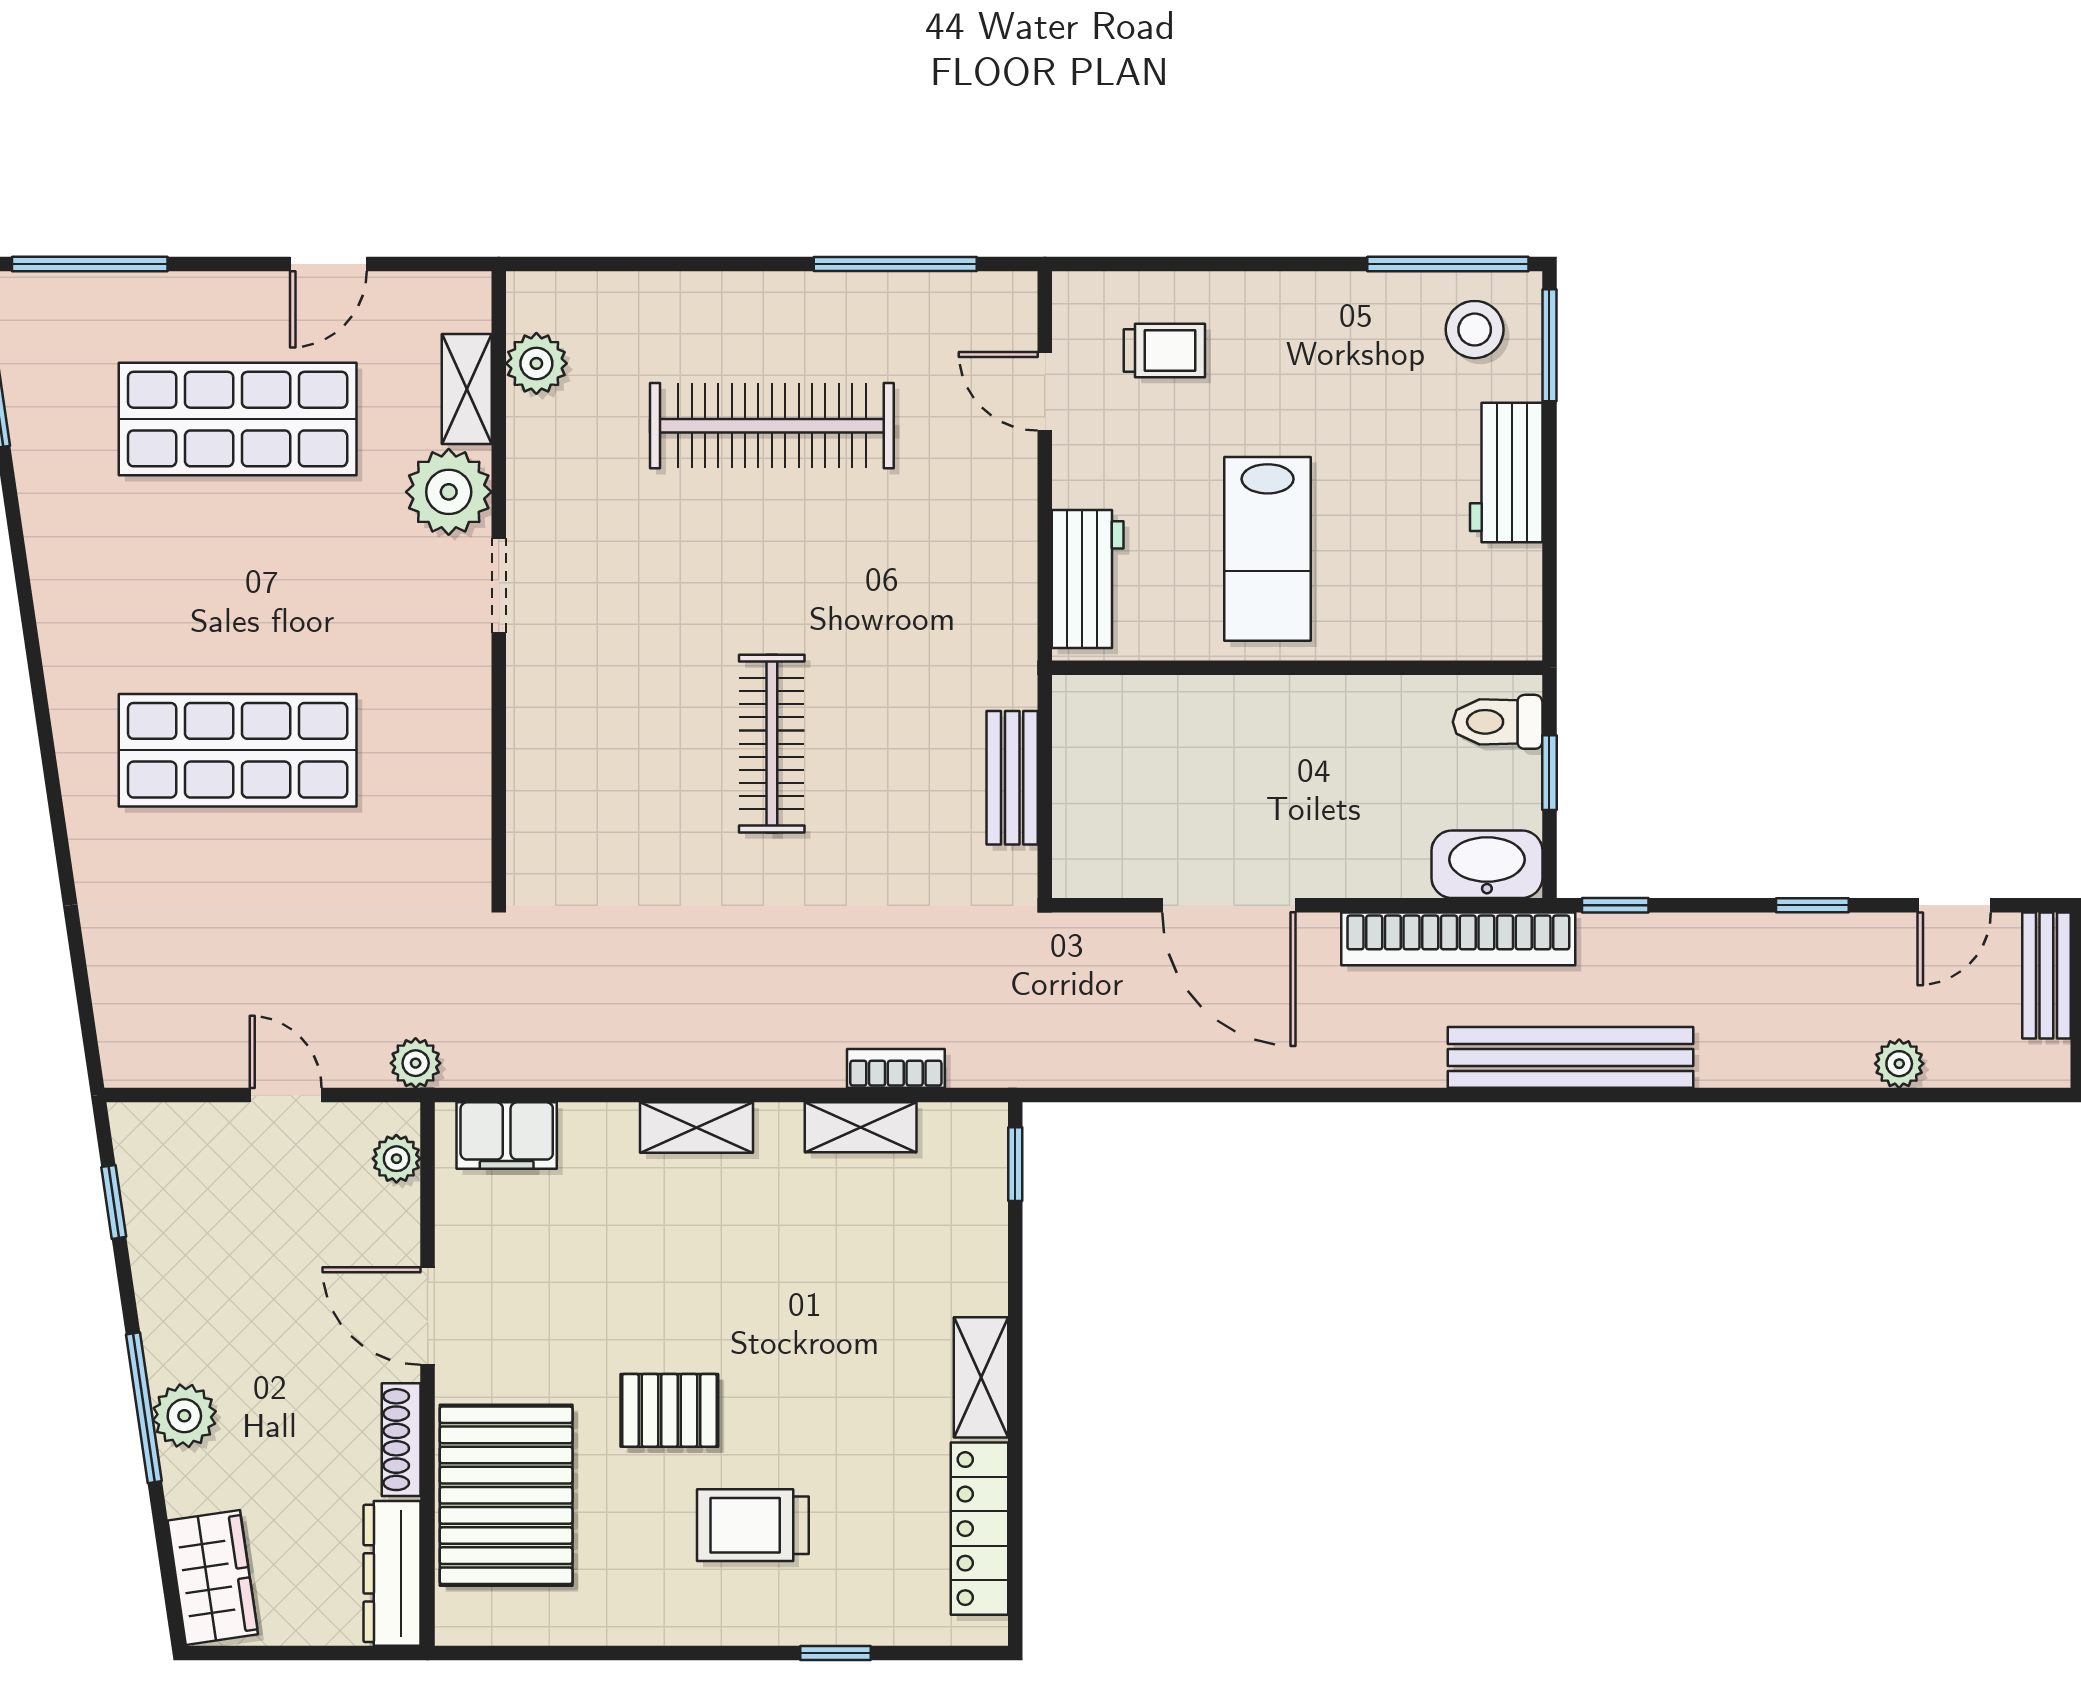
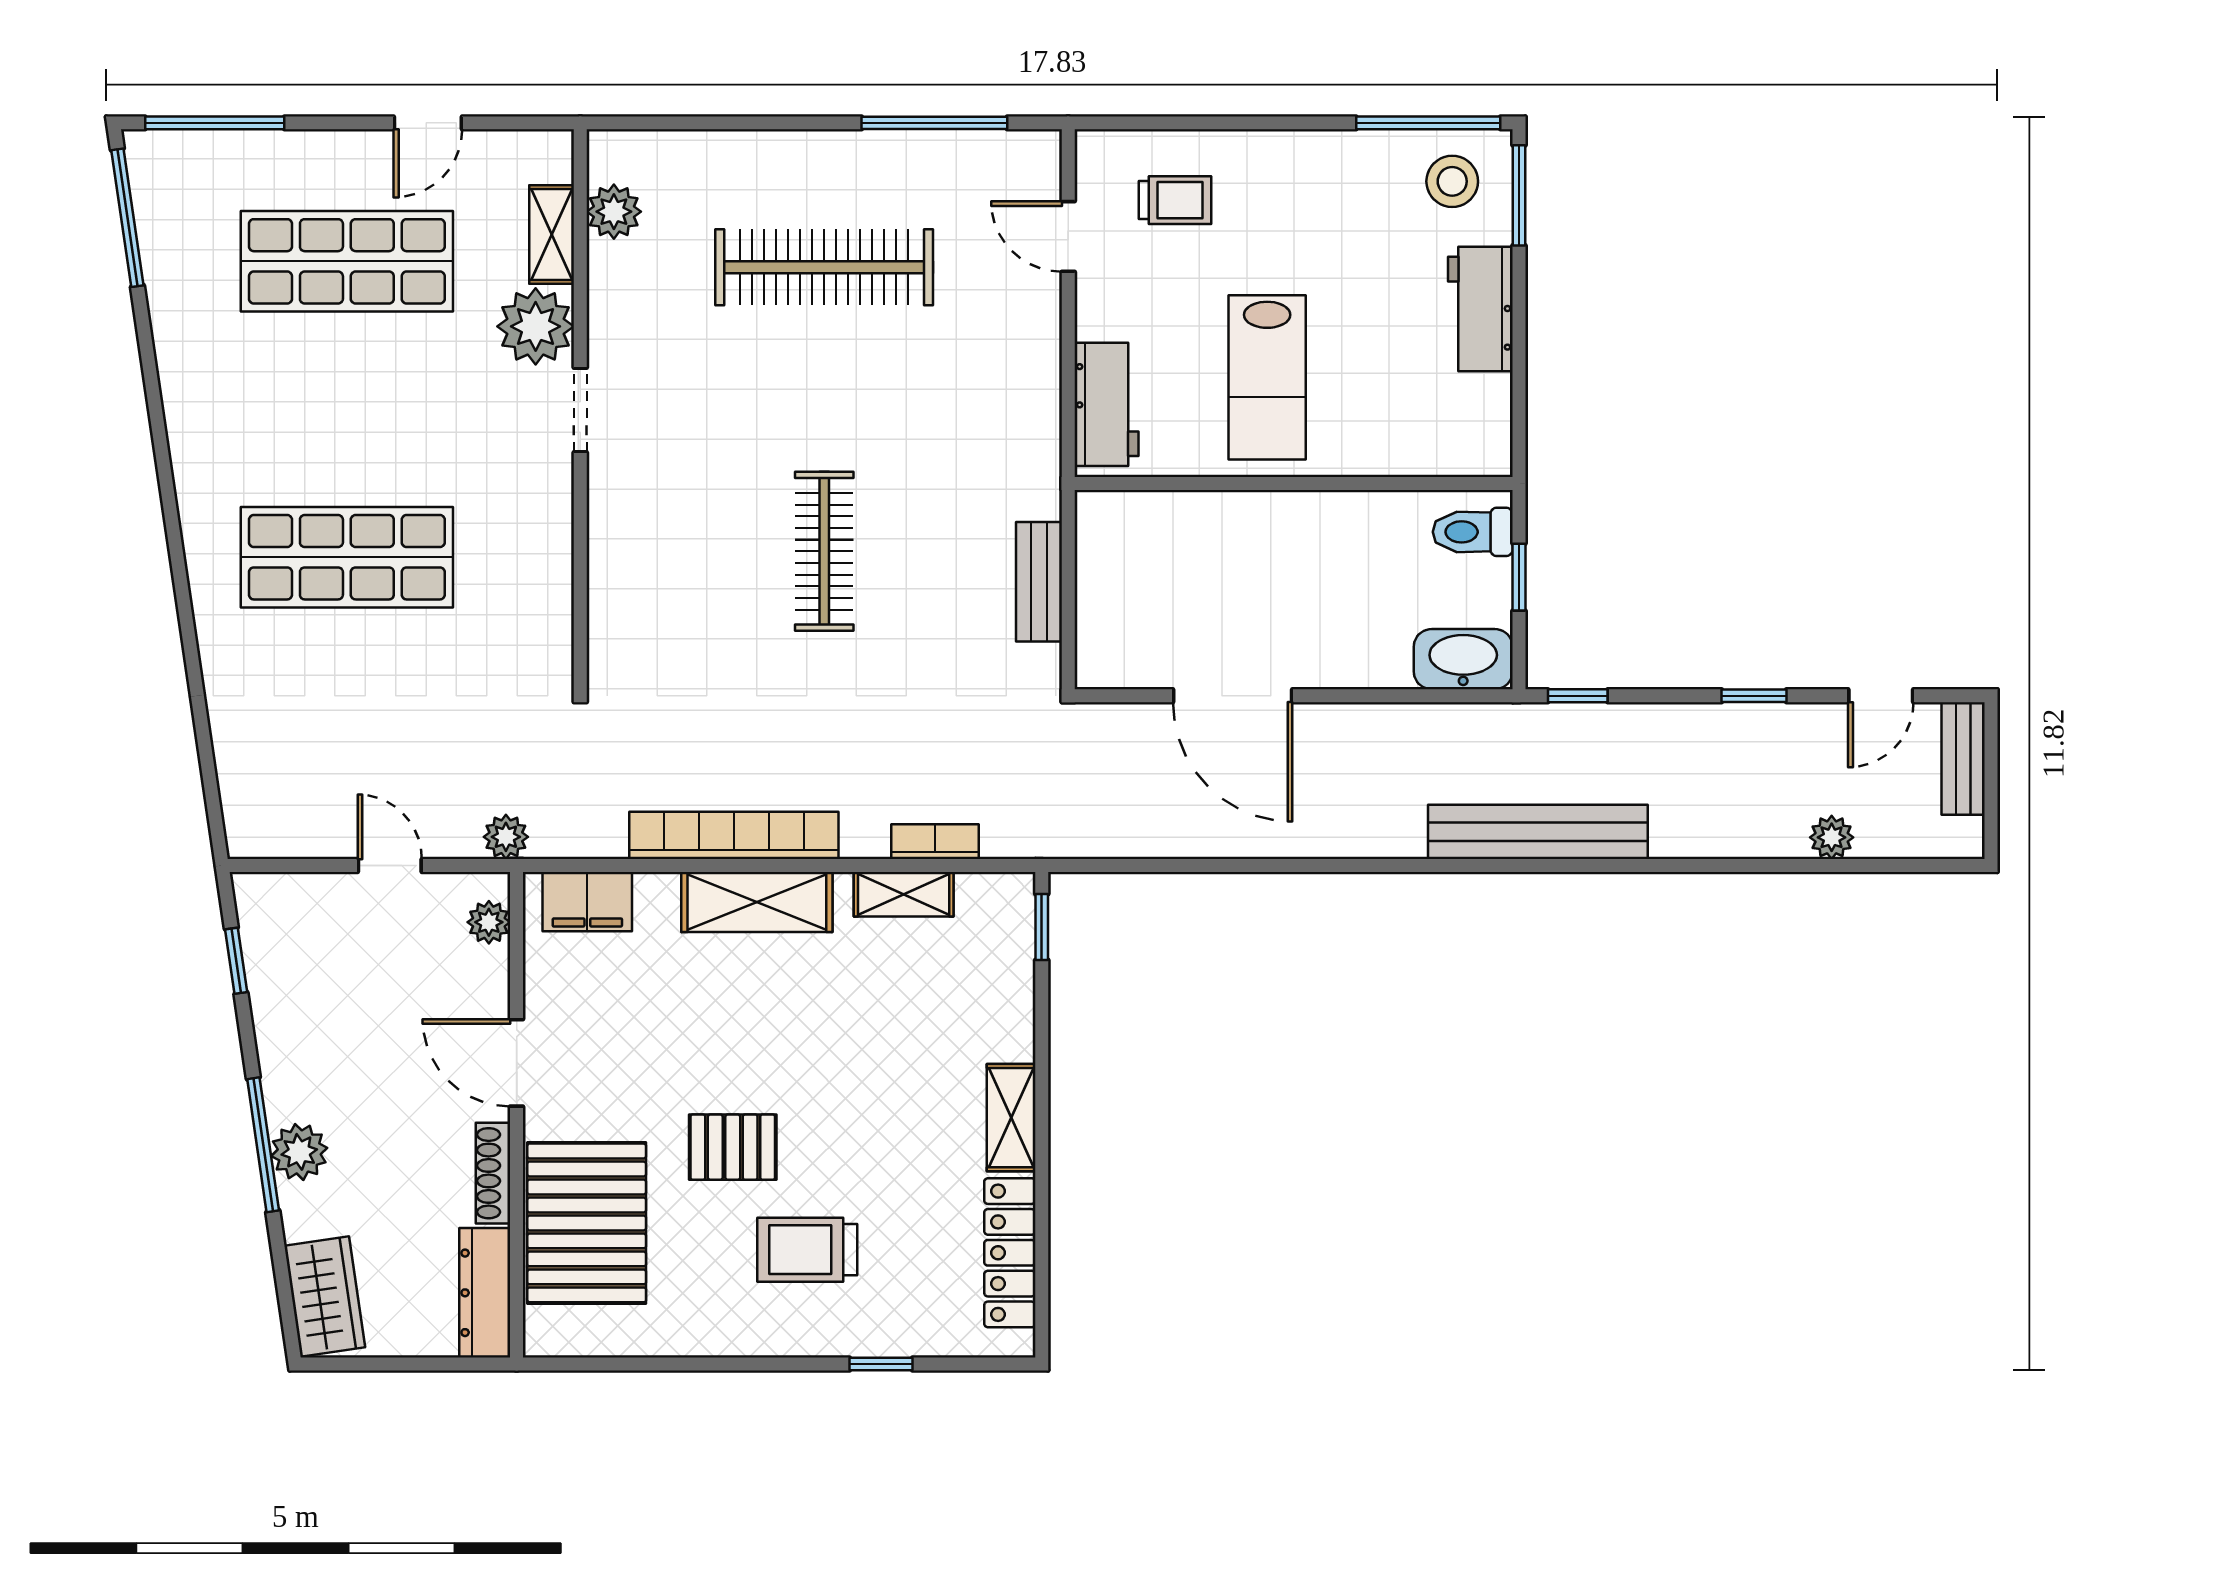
bookcase: (1458, 939) -> (734, 835), moved, turned 180
shelving: (696, 1128) -> (757, 902), width x1.50, depth x1.33

